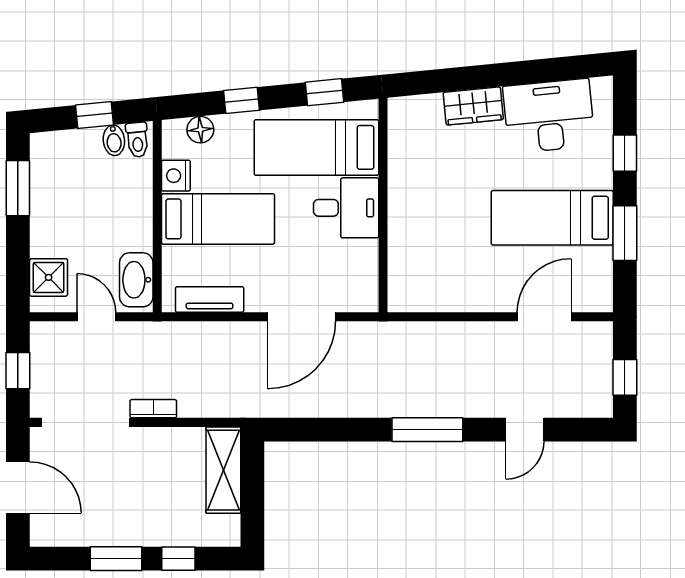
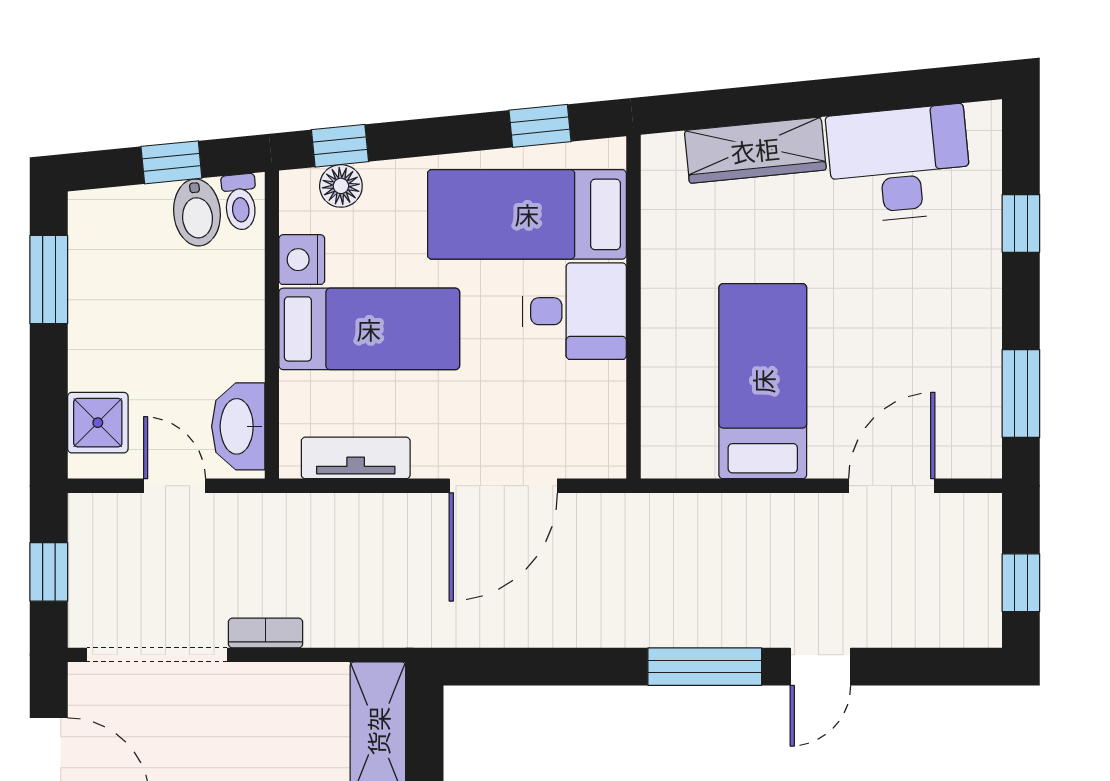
window: (241, 100) -> (340, 146), moved
wardrobe: (473, 106) -> (755, 150), width x1.50
bidet: (114, 140) -> (197, 212), width x1.38, depth x1.36
bed: (552, 218) -> (763, 381), moved, turned 90
window: (625, 233) -> (1021, 393), moved
door: (525, 430) -> (820, 667), moved

